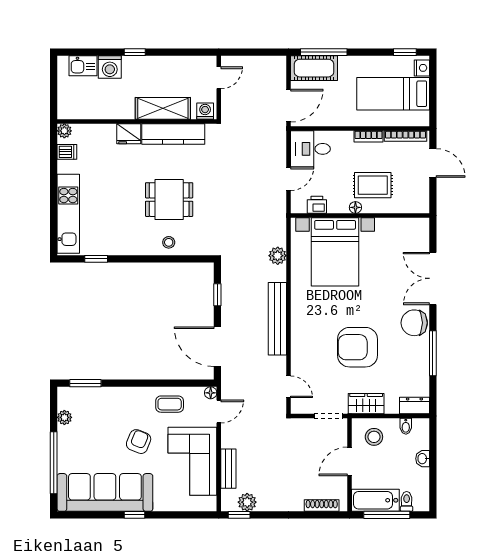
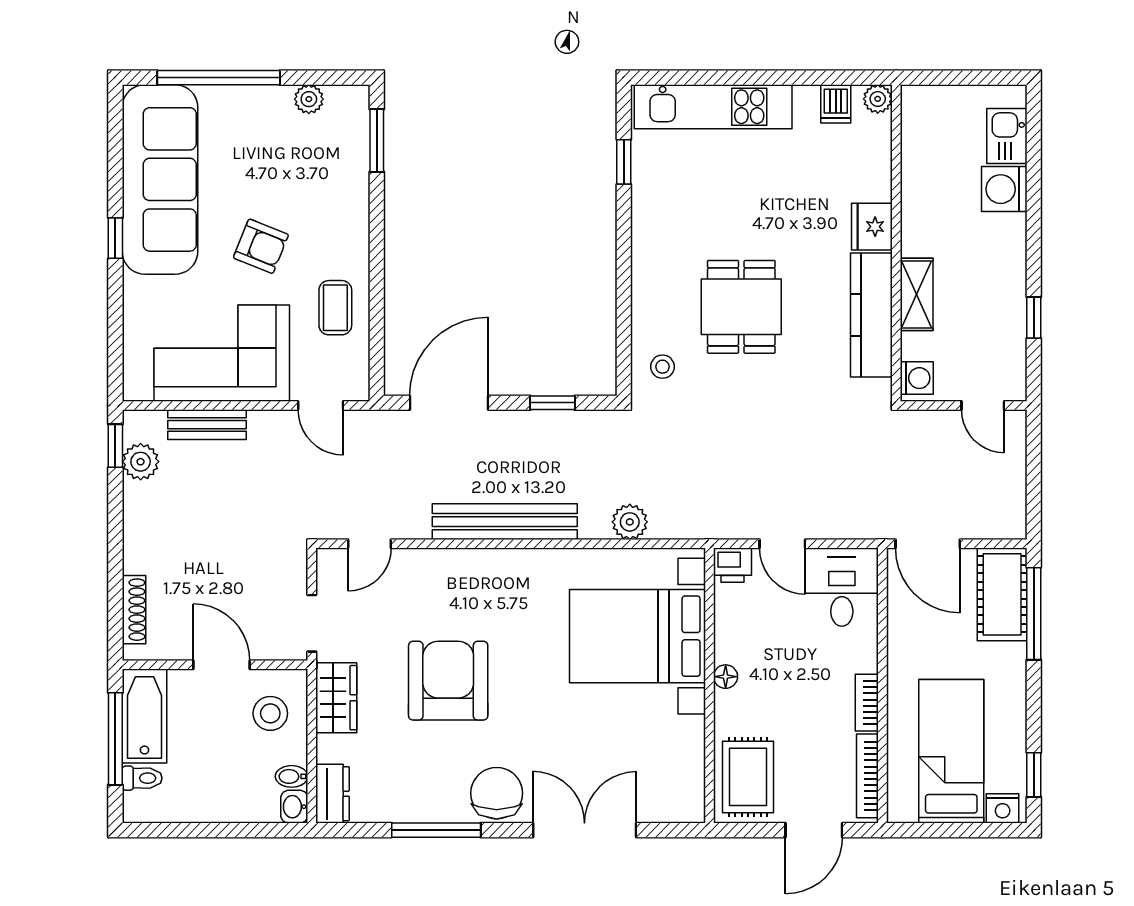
window: (135, 52) -> (1034, 318), moved
shelving: (163, 108) -> (917, 294), width x0.67, depth x0.75
rug: (373, 185) -> (748, 777), moved
printer: (317, 205) -> (733, 565), moved, turned 90
stool: (169, 242) -> (662, 367), moved
floor lamp: (211, 393) -> (358, 389), removed
washbasin: (423, 459) -> (294, 807), moved, turned -90

